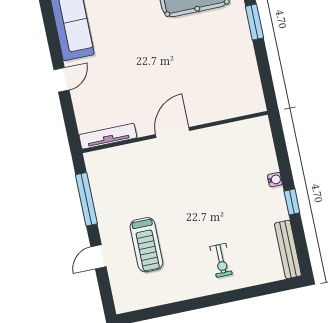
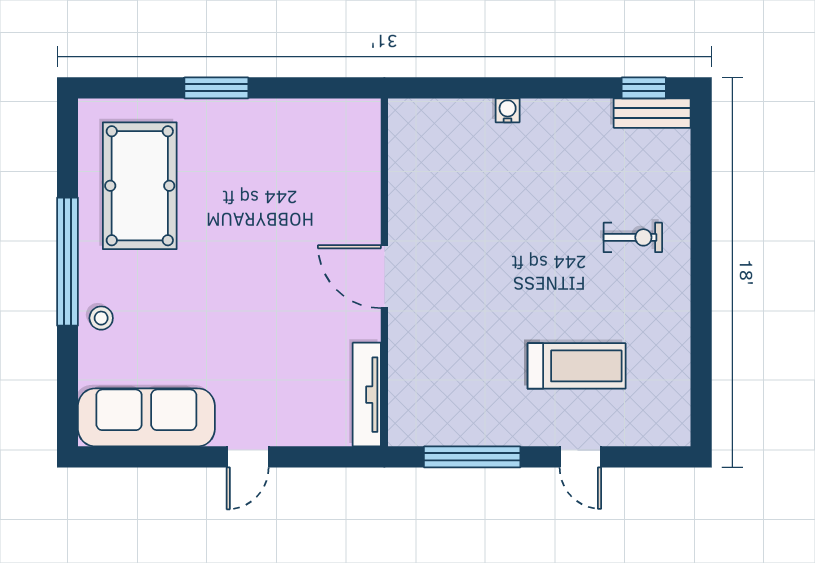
door: (61, 80) -> (248, 457), swing flipped
window: (292, 202) -> (644, 88), moved
bench: (288, 249) -> (652, 113), width x0.73

